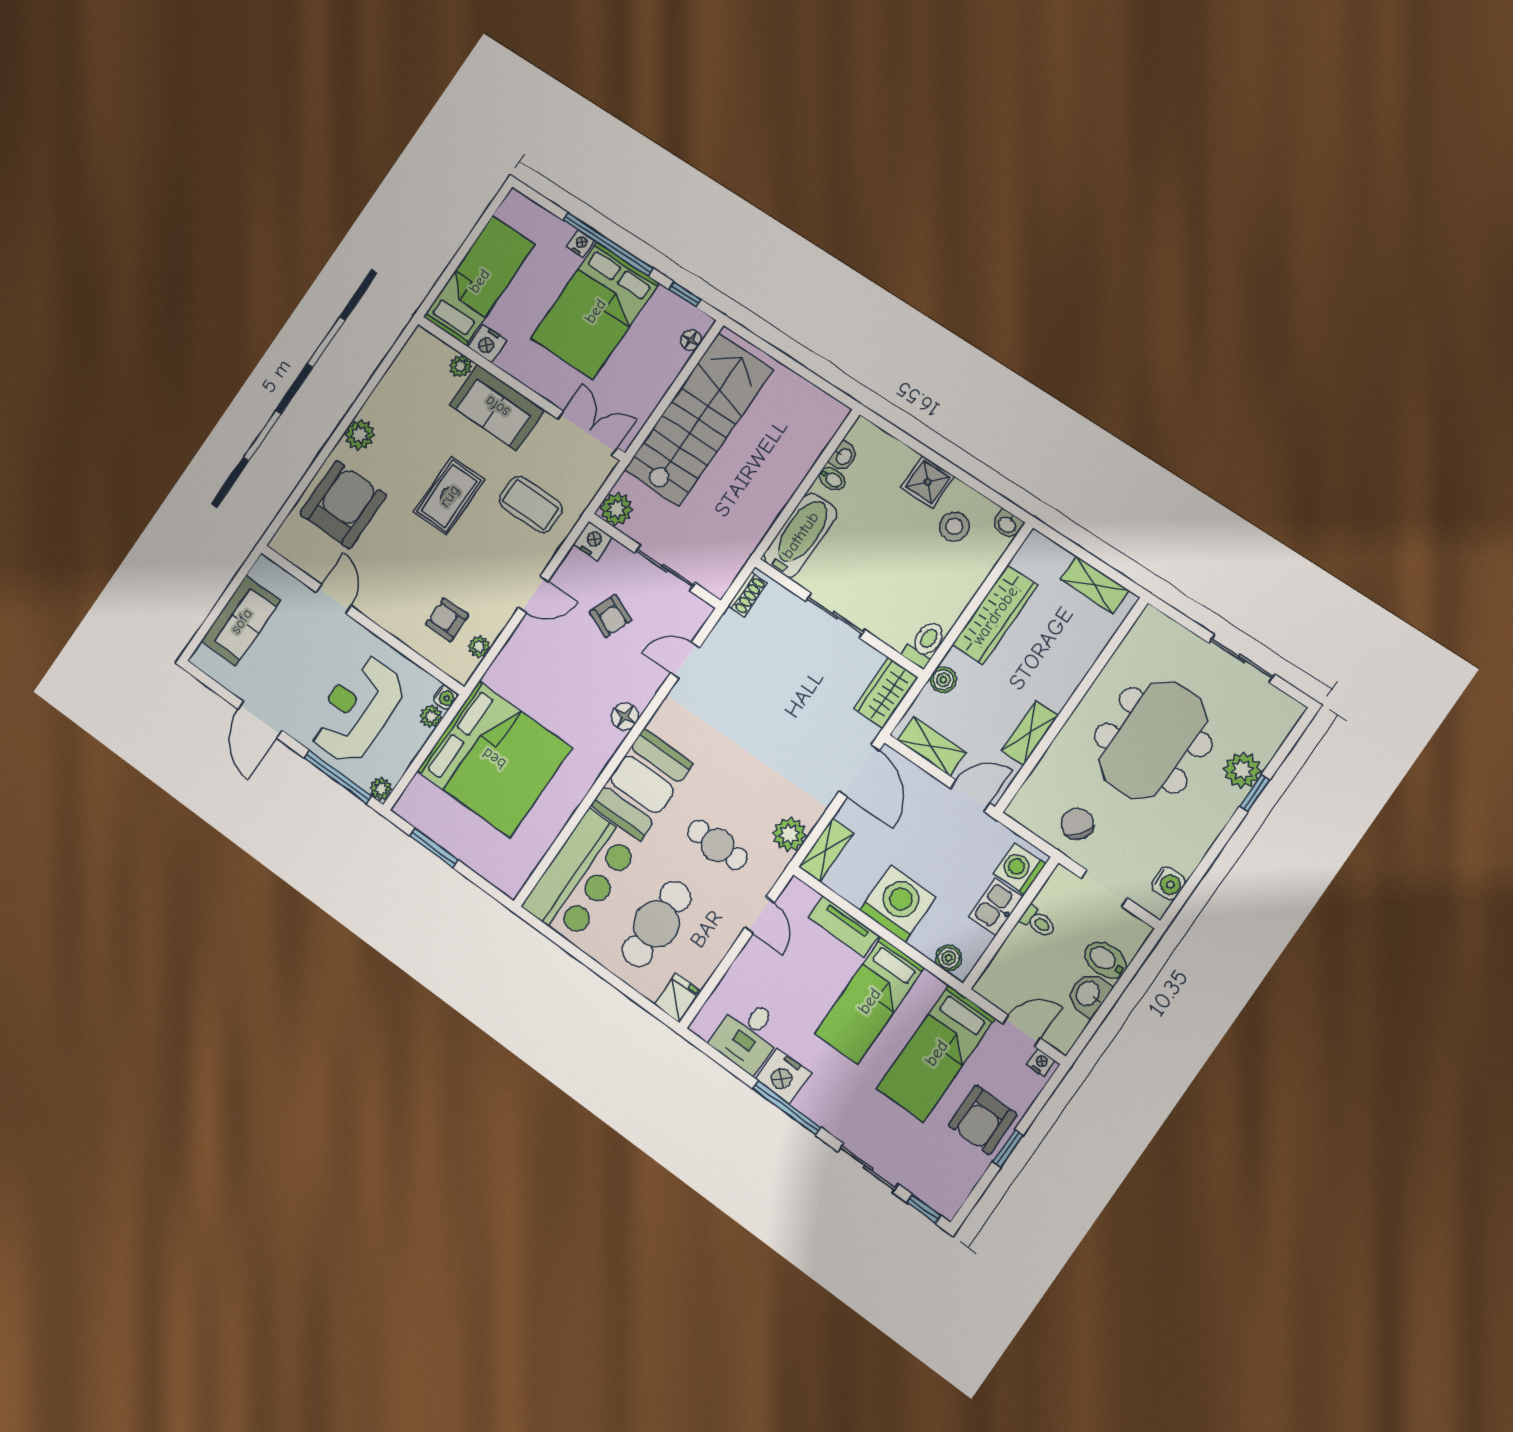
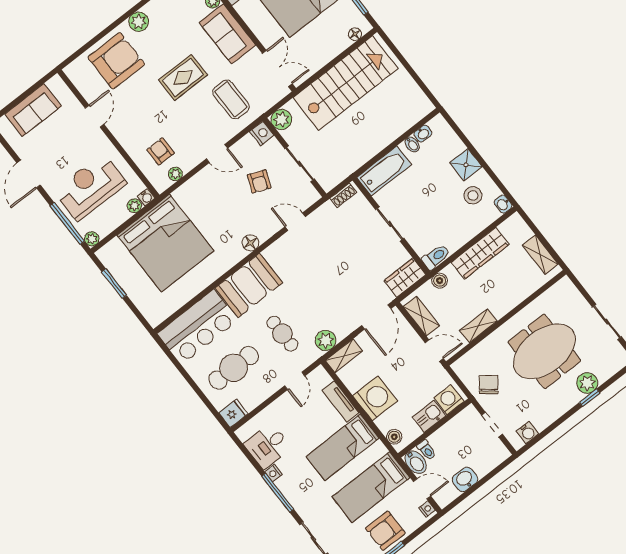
toilet: (1038, 922) -> (427, 450), moved
bidet: (1106, 960) -> (416, 462), moved, turned 180
nightstand: (783, 1076) -> (274, 473), width x0.53, depth x0.56

